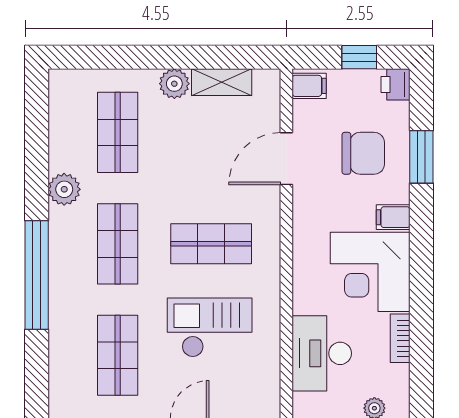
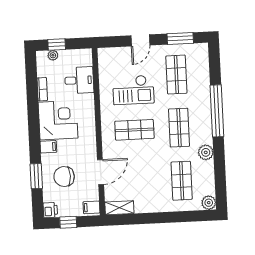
shelving: (222, 82) -> (119, 208), moved
plant: (174, 84) -> (209, 203), moved
desk: (322, 353) -> (79, 80), width x0.73

